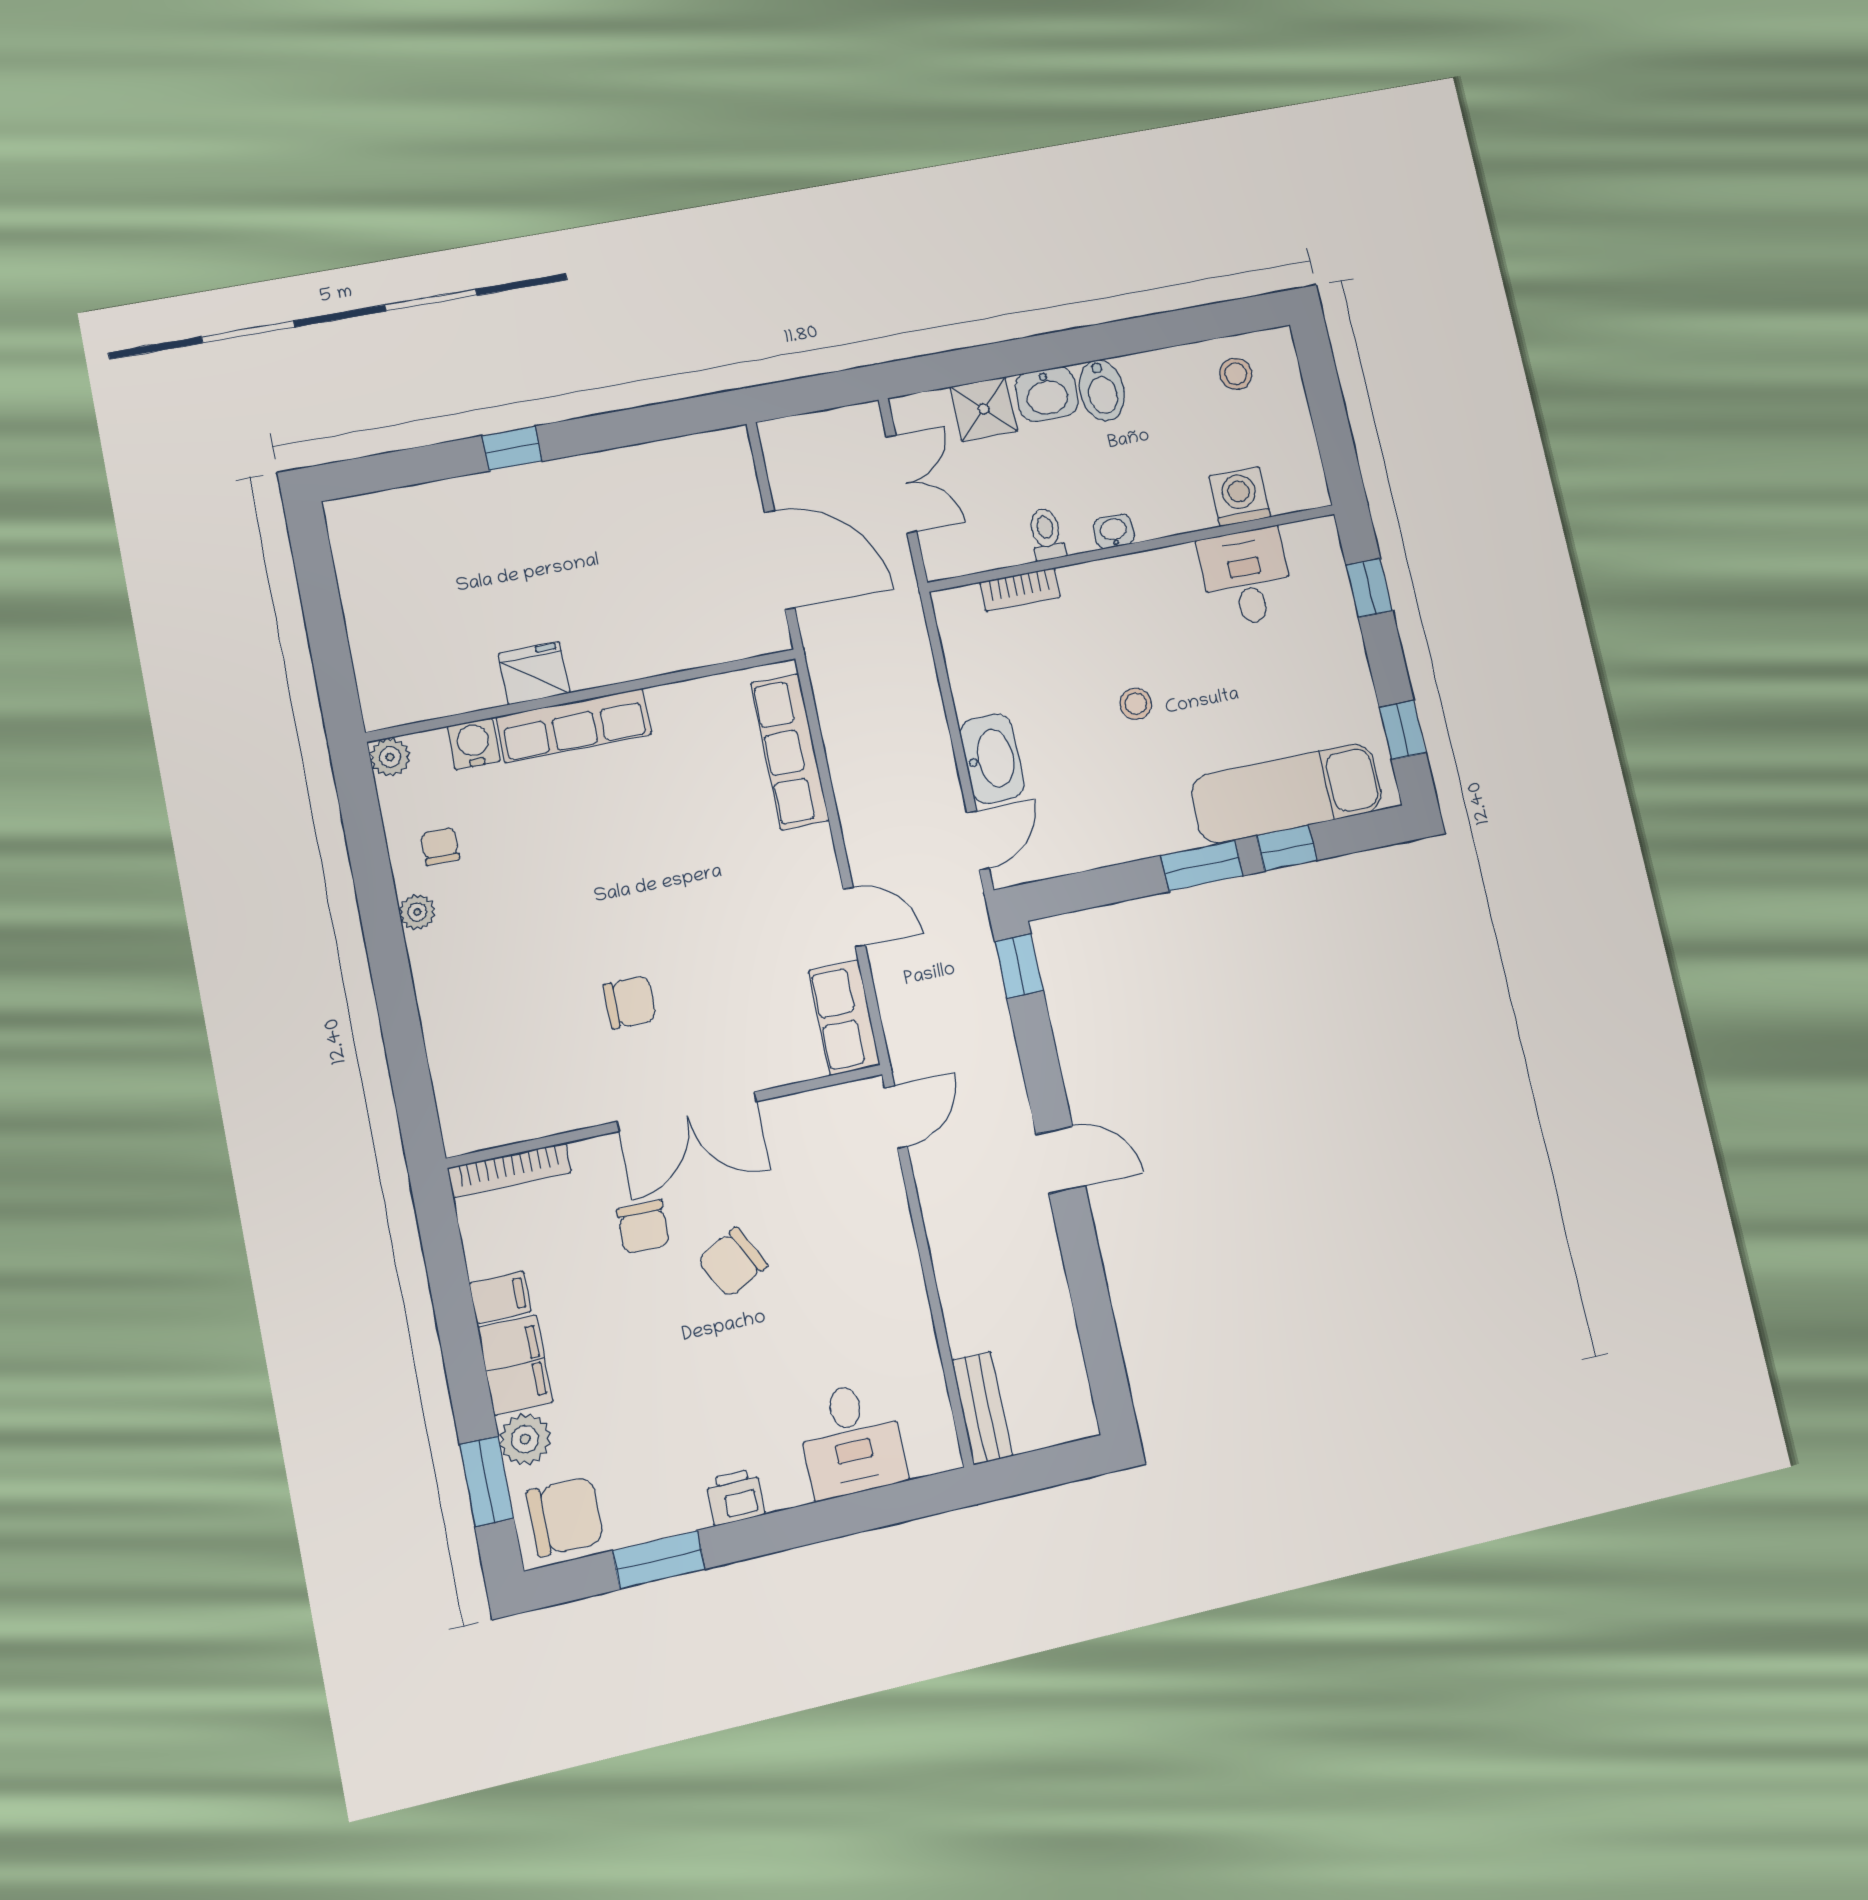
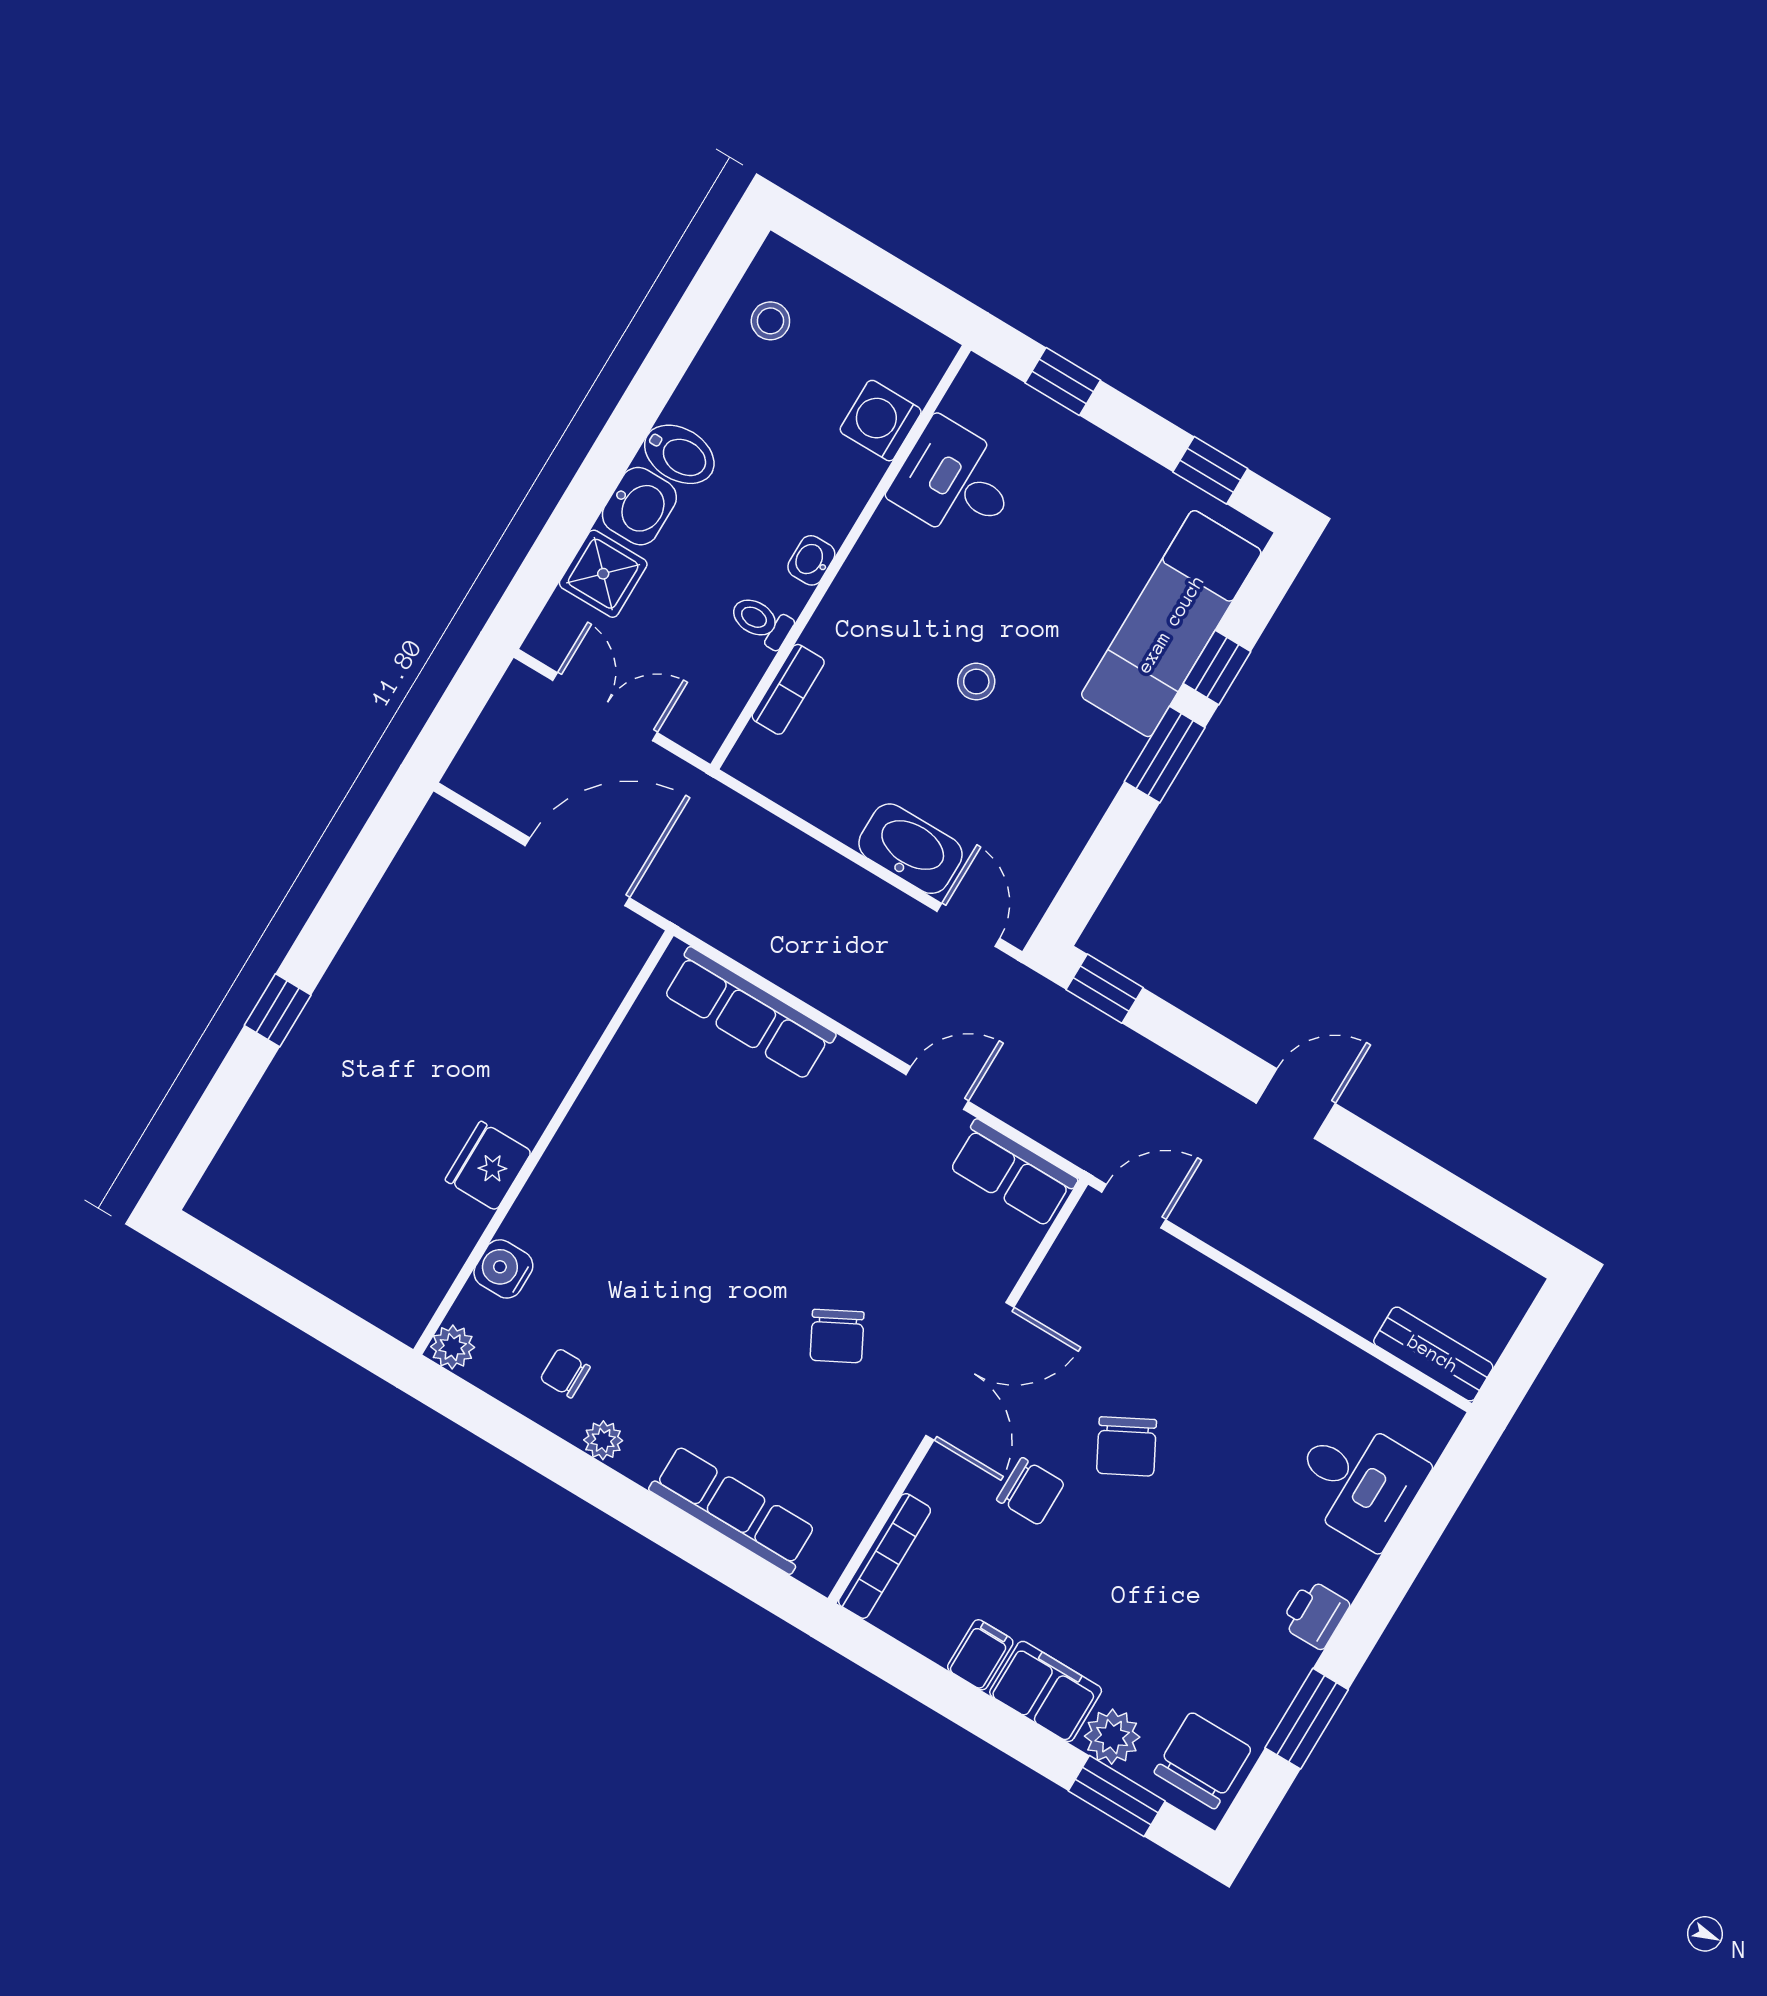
row of seats: (574, 726) -> (733, 1510), moved, turned -90
chair: (630, 1002) -> (837, 1336), turned 152
door: (896, 1117) -> (1134, 1206), hinge flipped

